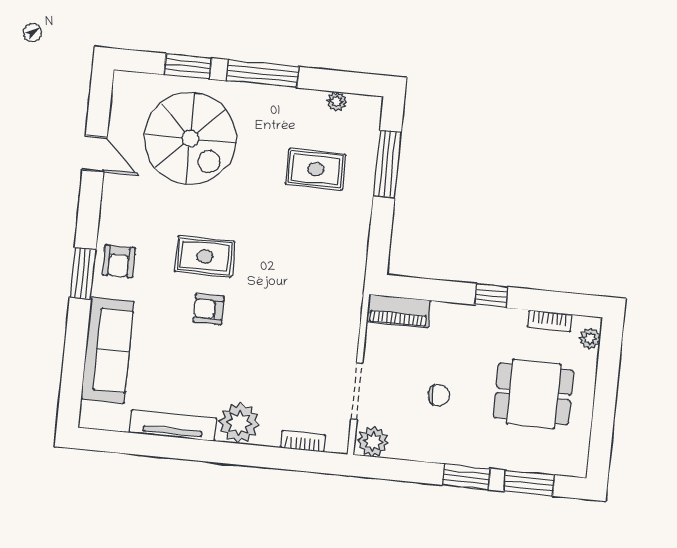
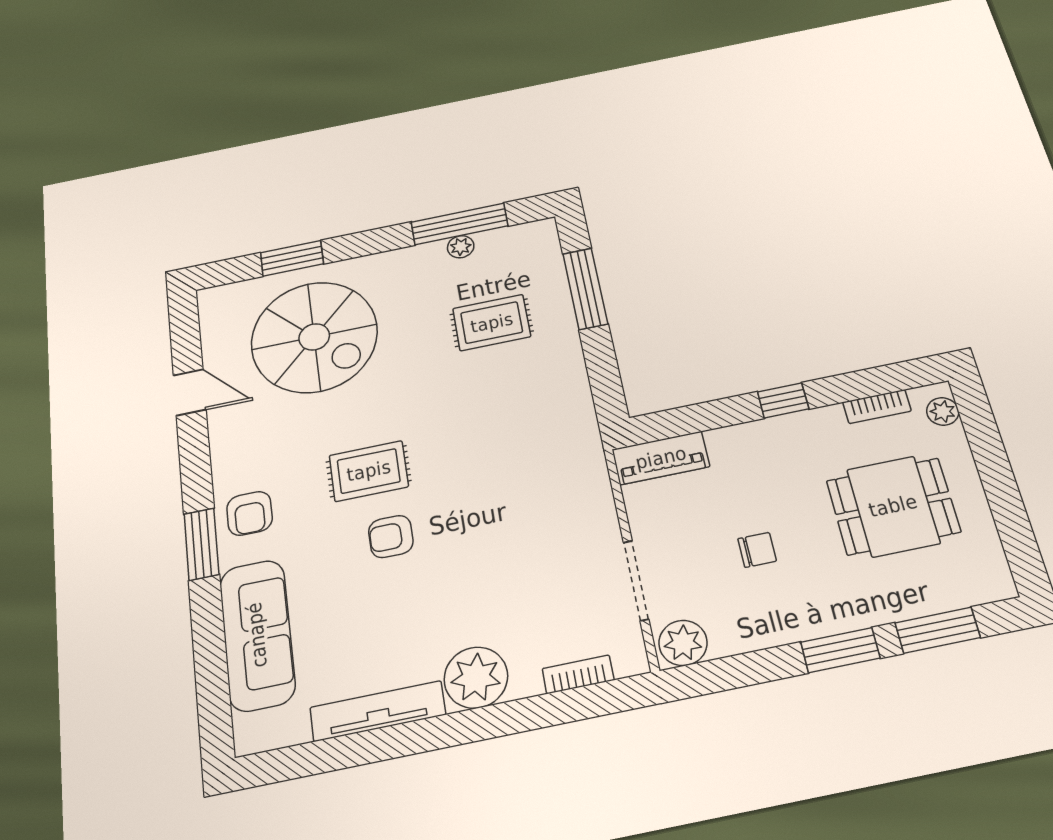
window: (263, 74) -> (459, 224), moved
plant: (337, 101) -> (461, 247), moved

